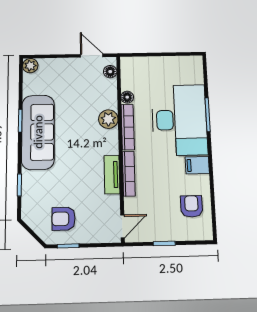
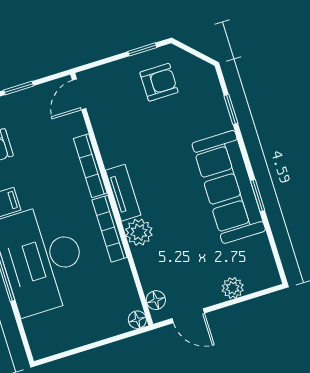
plant: (30, 66) -> (233, 288), moved
floor lamp: (127, 97) -> (137, 320), moved
tv unit: (112, 175) -> (123, 193), moved

